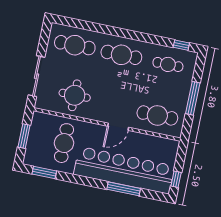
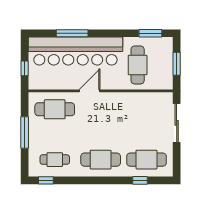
window: (86, 25) -> (140, 180), added
round table: (75, 95) -> (137, 112), removed
window: (176, 179) -> (25, 68), moved

